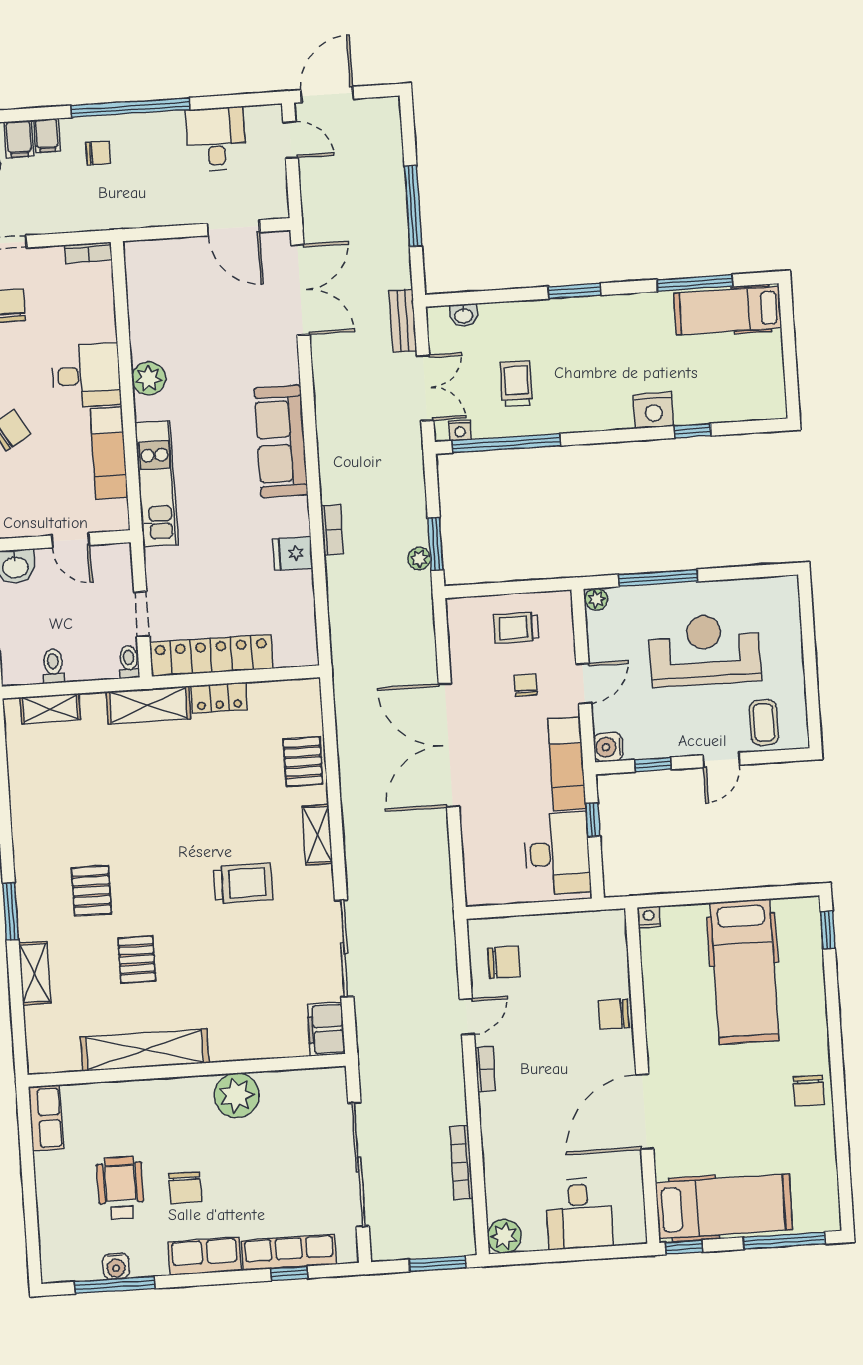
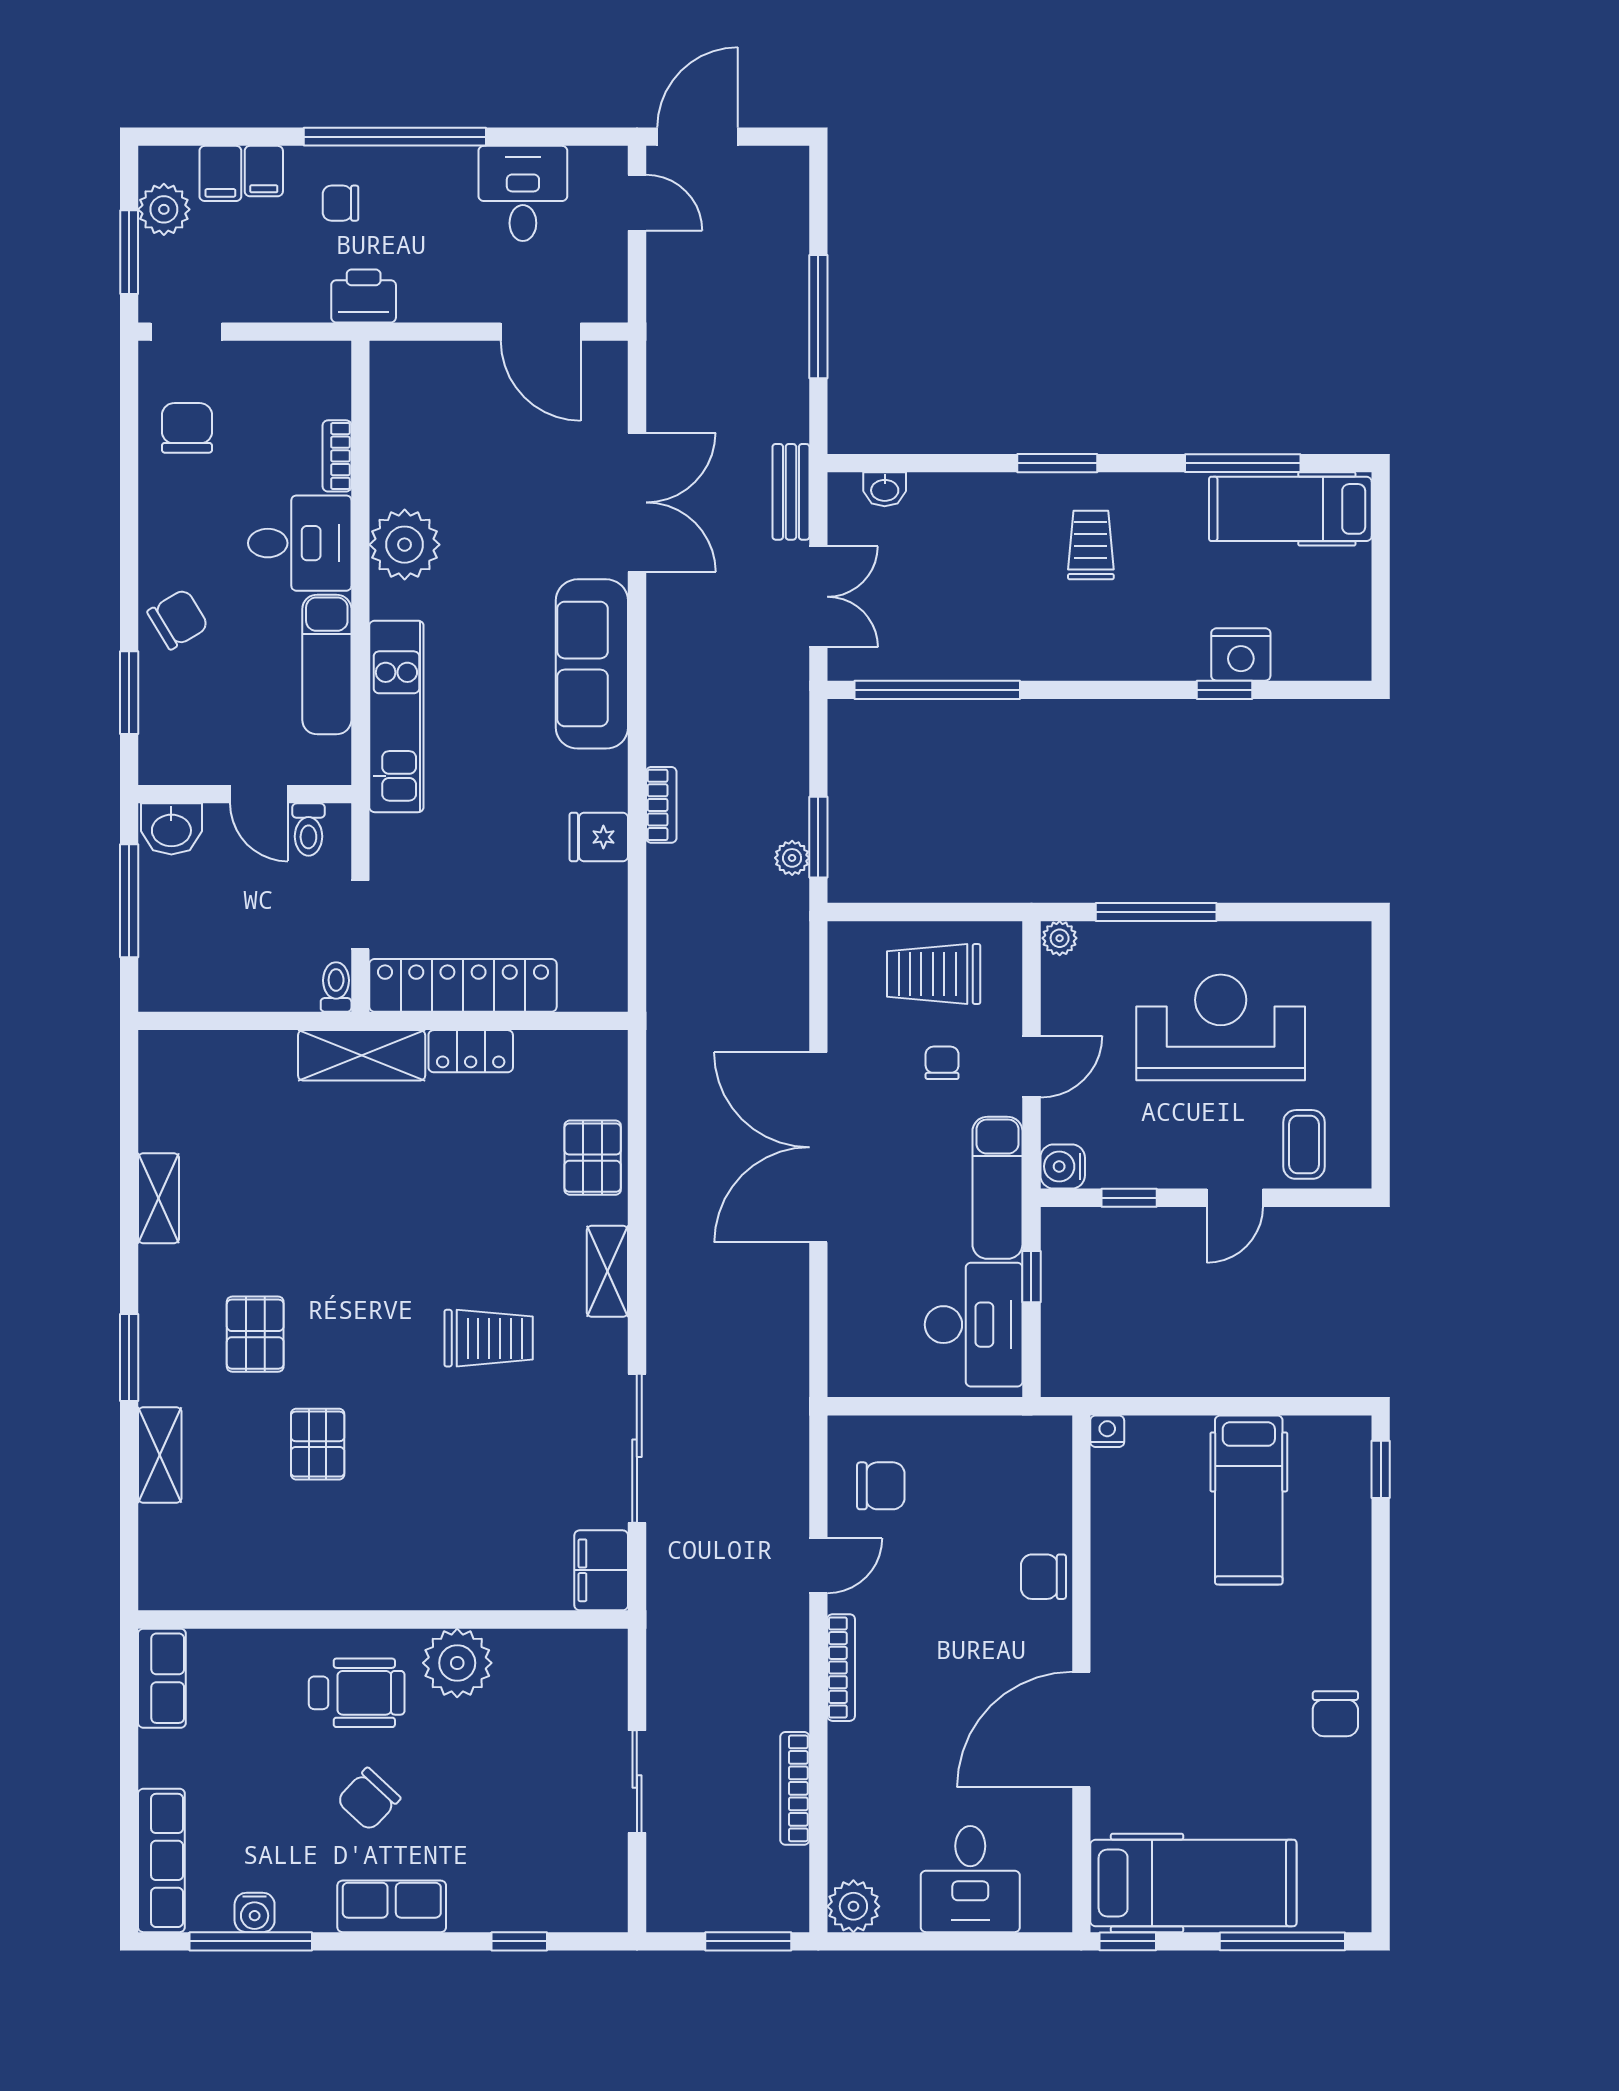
chair: (98, 153) -> (341, 203), turned 180
printer: (117, 212) -> (364, 296), added
bookcase: (88, 253) -> (337, 456), moved, turned 90
double door: (300, 290) -> (637, 502), moved
plant: (149, 378) -> (405, 545), width x1.36, depth x1.36
trolley: (516, 384) -> (1091, 545), moved
nightstand: (654, 410) -> (1241, 654), moved
nightstand: (460, 430) -> (867, 665), removed
trolley: (516, 628) -> (934, 974), width x1.36, depth x1.39
toilet: (53, 666) -> (308, 829), moved, turned 180
shelving: (50, 708) -> (159, 1198), moved, turned 90
hospital bed: (744, 972) -> (1249, 1500), width x0.73, depth x0.78
shelving: (145, 1050) -> (321, 1584), removed
bookcase: (485, 1069) -> (841, 1668), width x1.56
sliding door: (359, 1165) -> (637, 1782), width x0.54
wheelchair: (120, 1188) -> (357, 1693), moved, turned 90
chair: (185, 1188) -> (369, 1799), turned 43
row of seats: (289, 1252) -> (161, 1860), moved, turned 90

